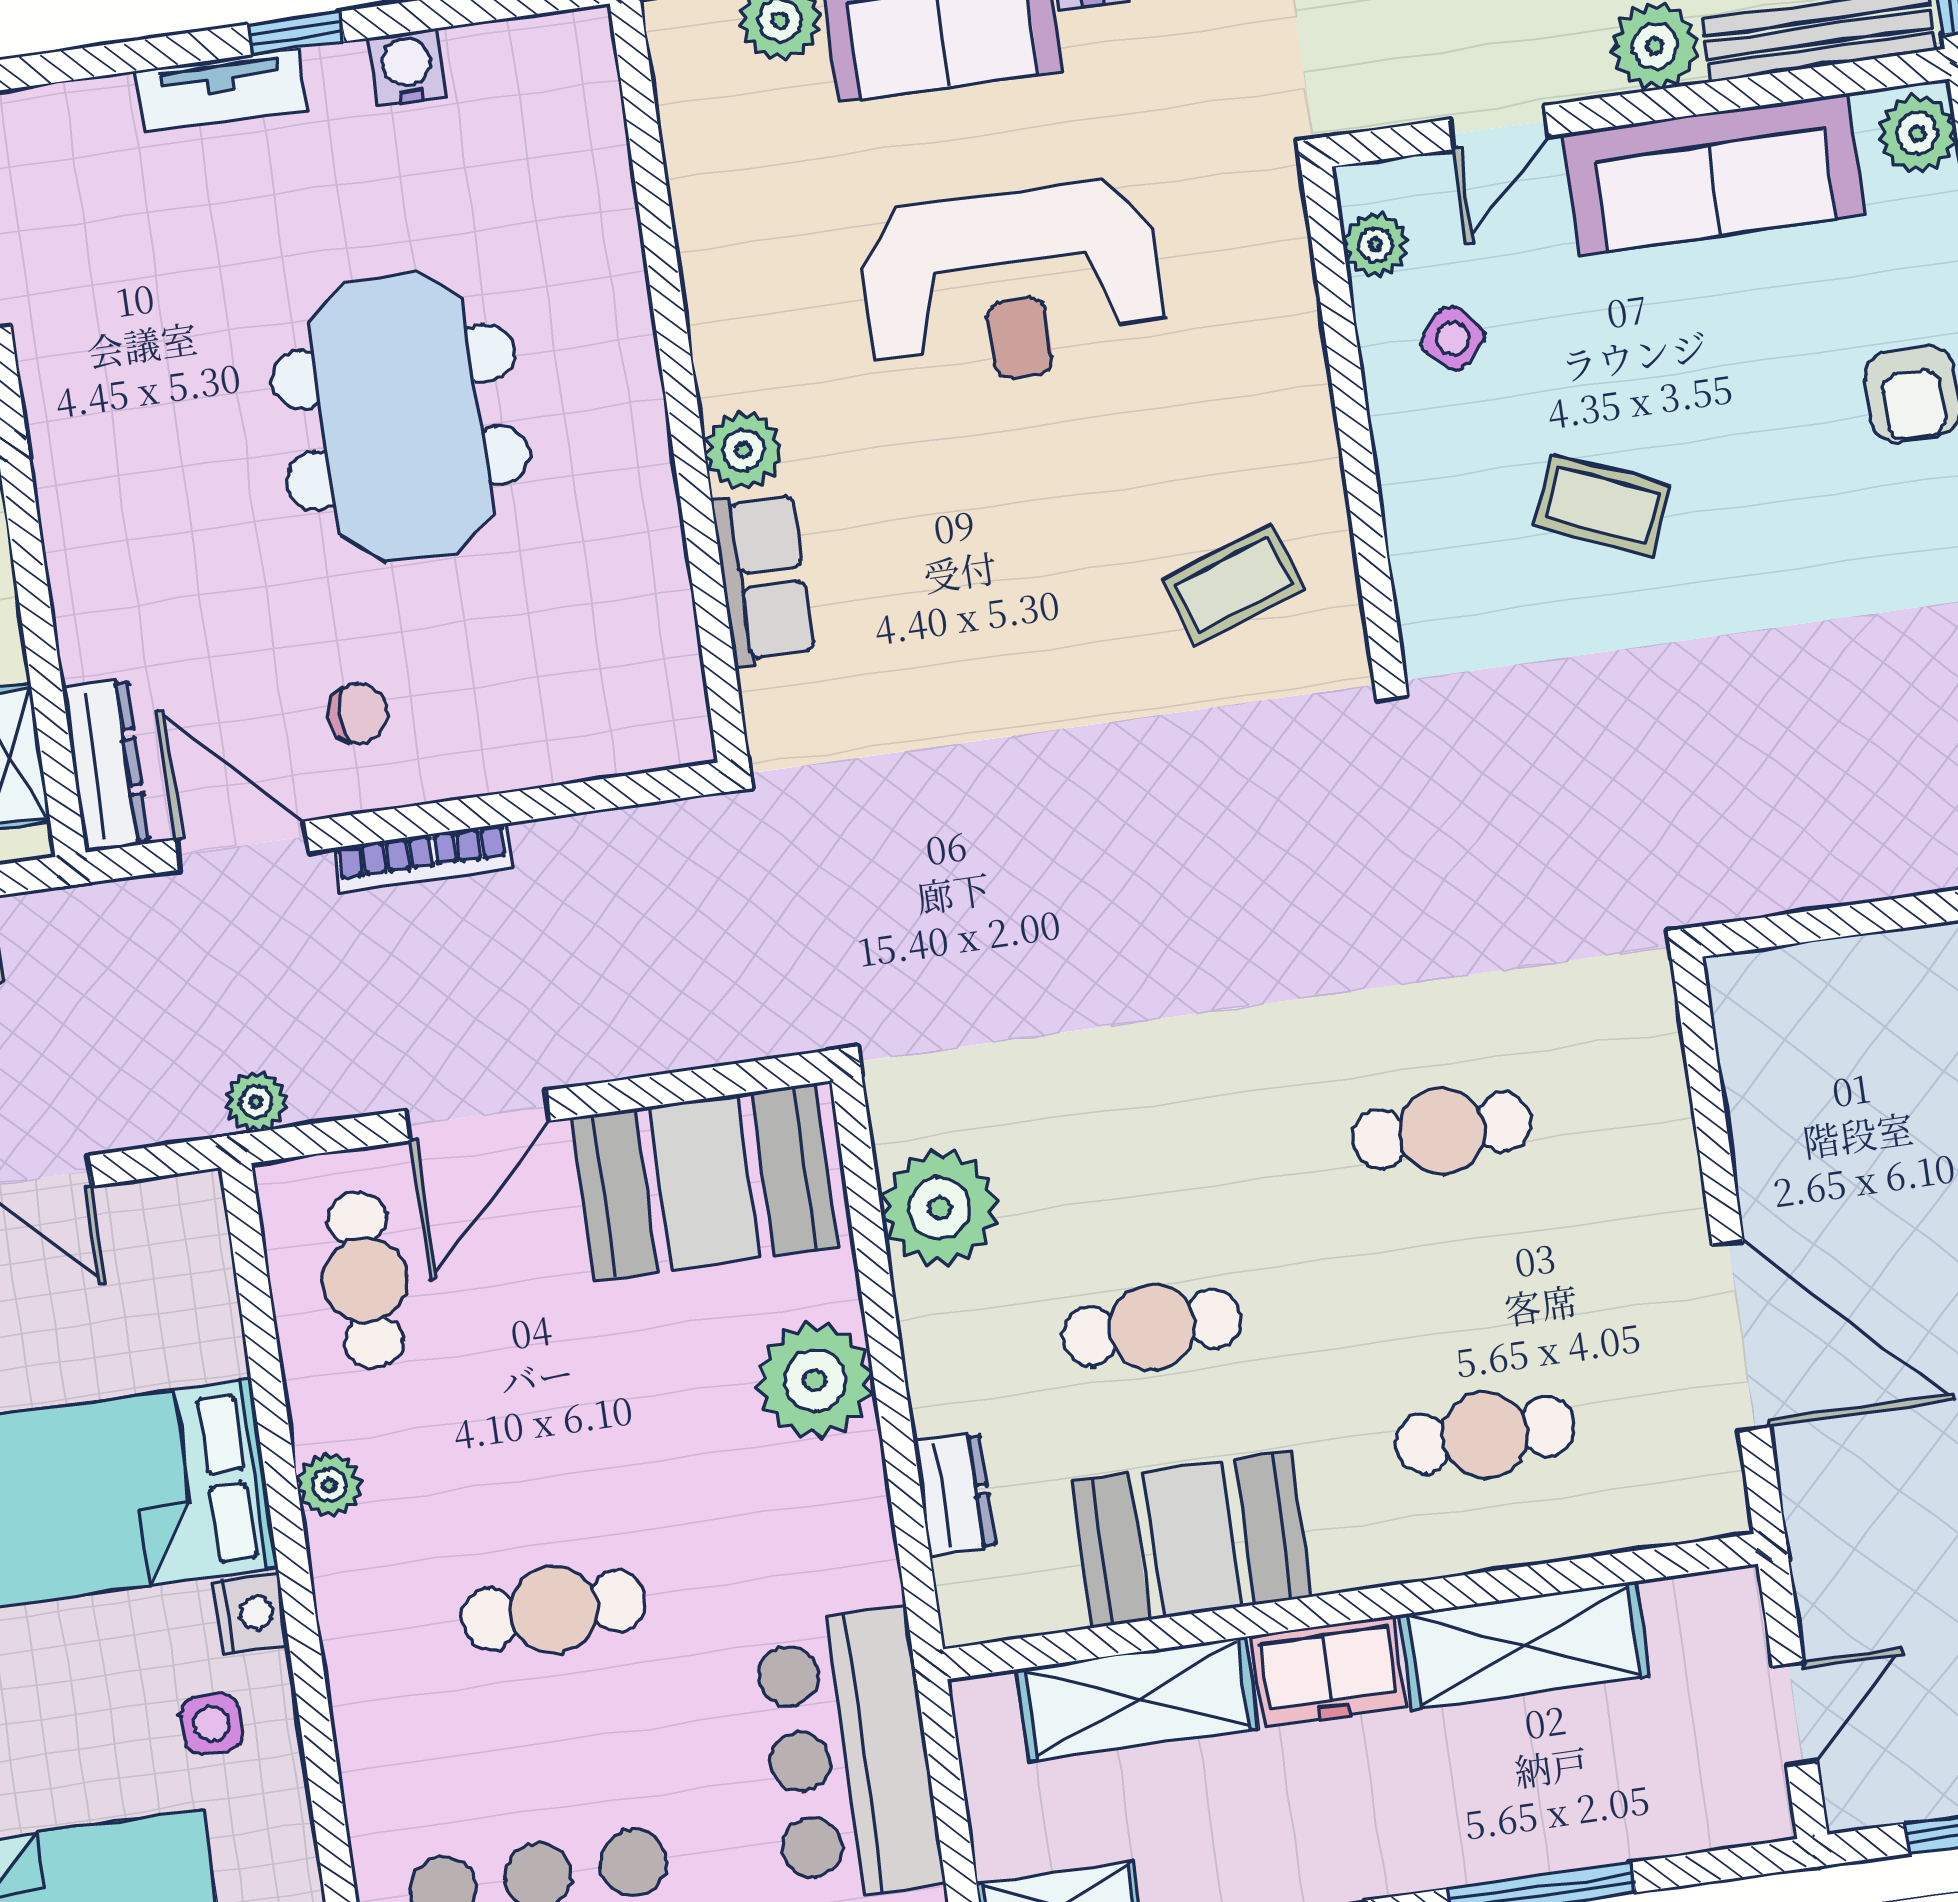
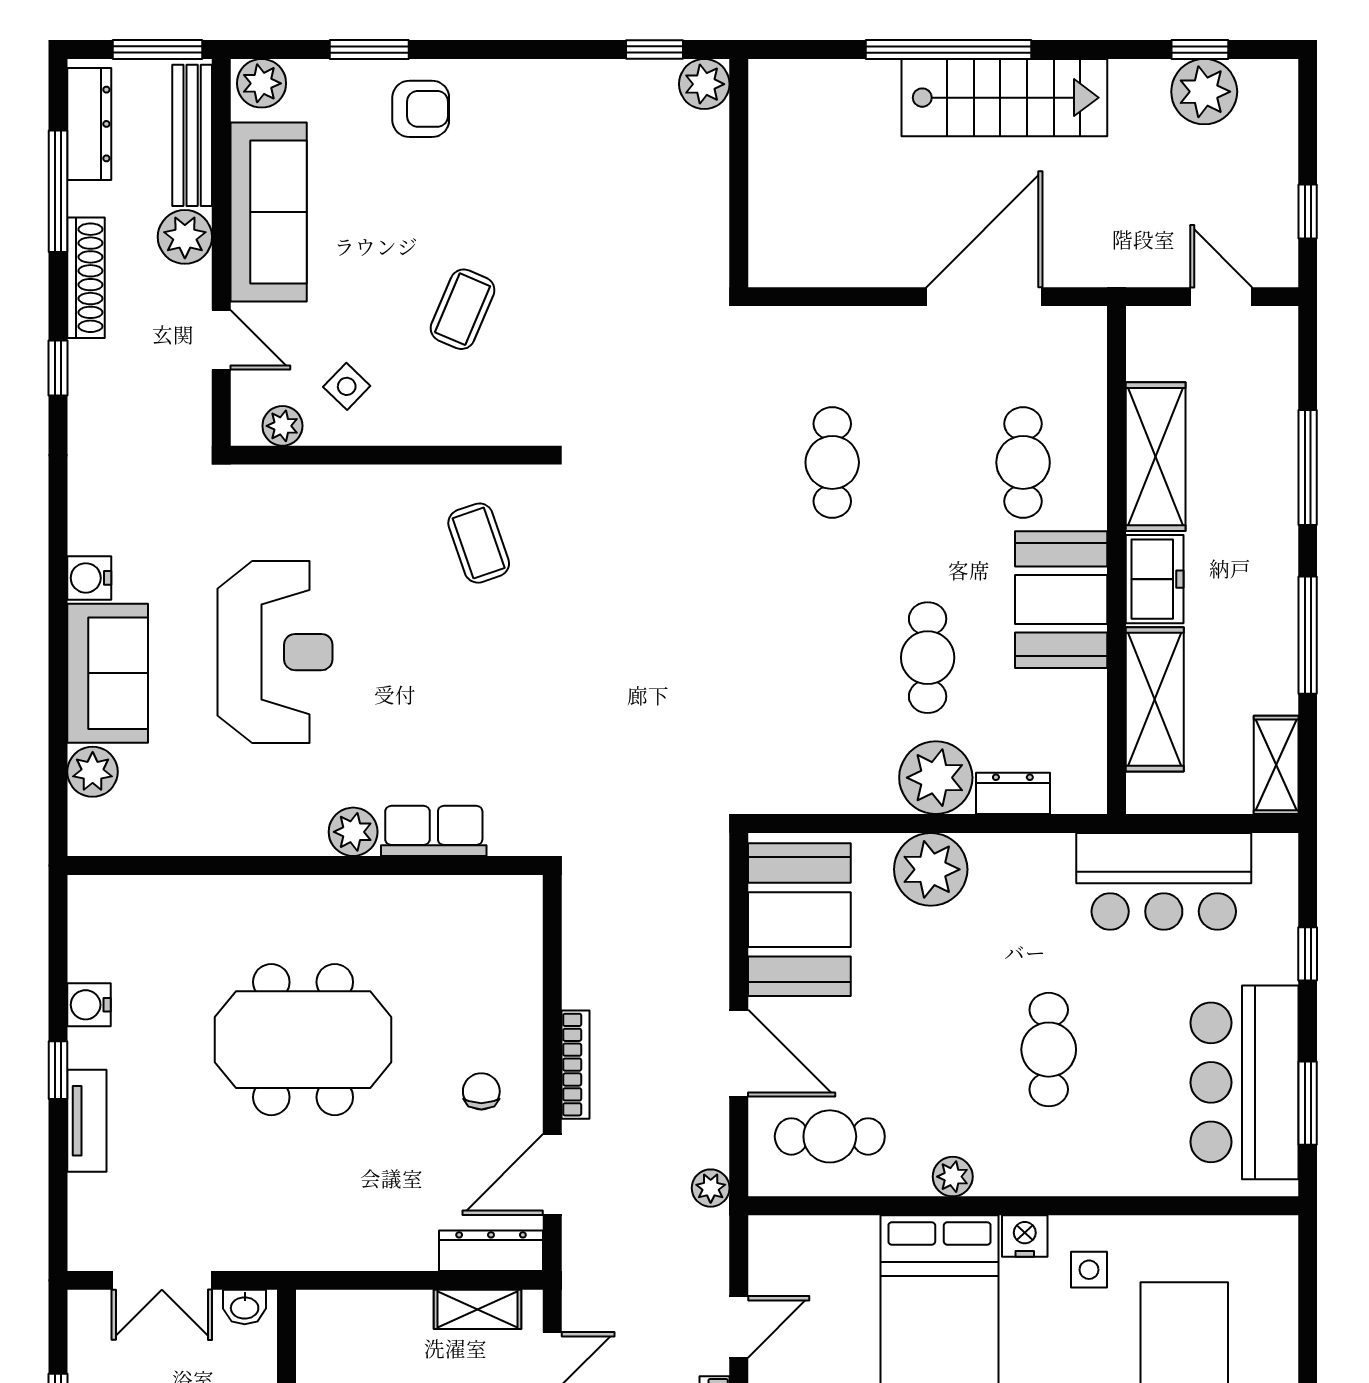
plant: (939, 1208) -> (936, 778), moved
booth: (1192, 1539) -> (1061, 600), moved

